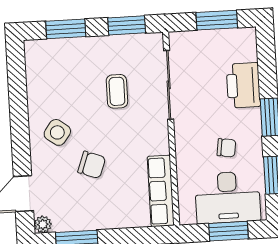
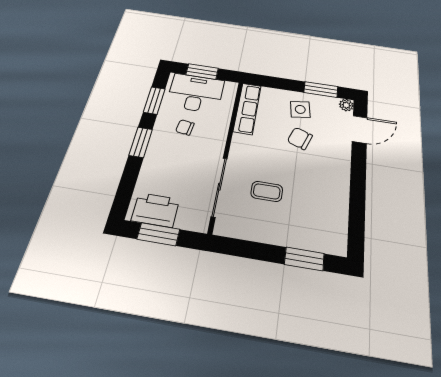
window: (127, 25) -> (245, 249), removed
printer: (243, 85) -> (155, 210), moved, turned -90
coffee table: (117, 91) -> (267, 191), turned 90
side table: (57, 132) -> (300, 109), moved, turned 45

